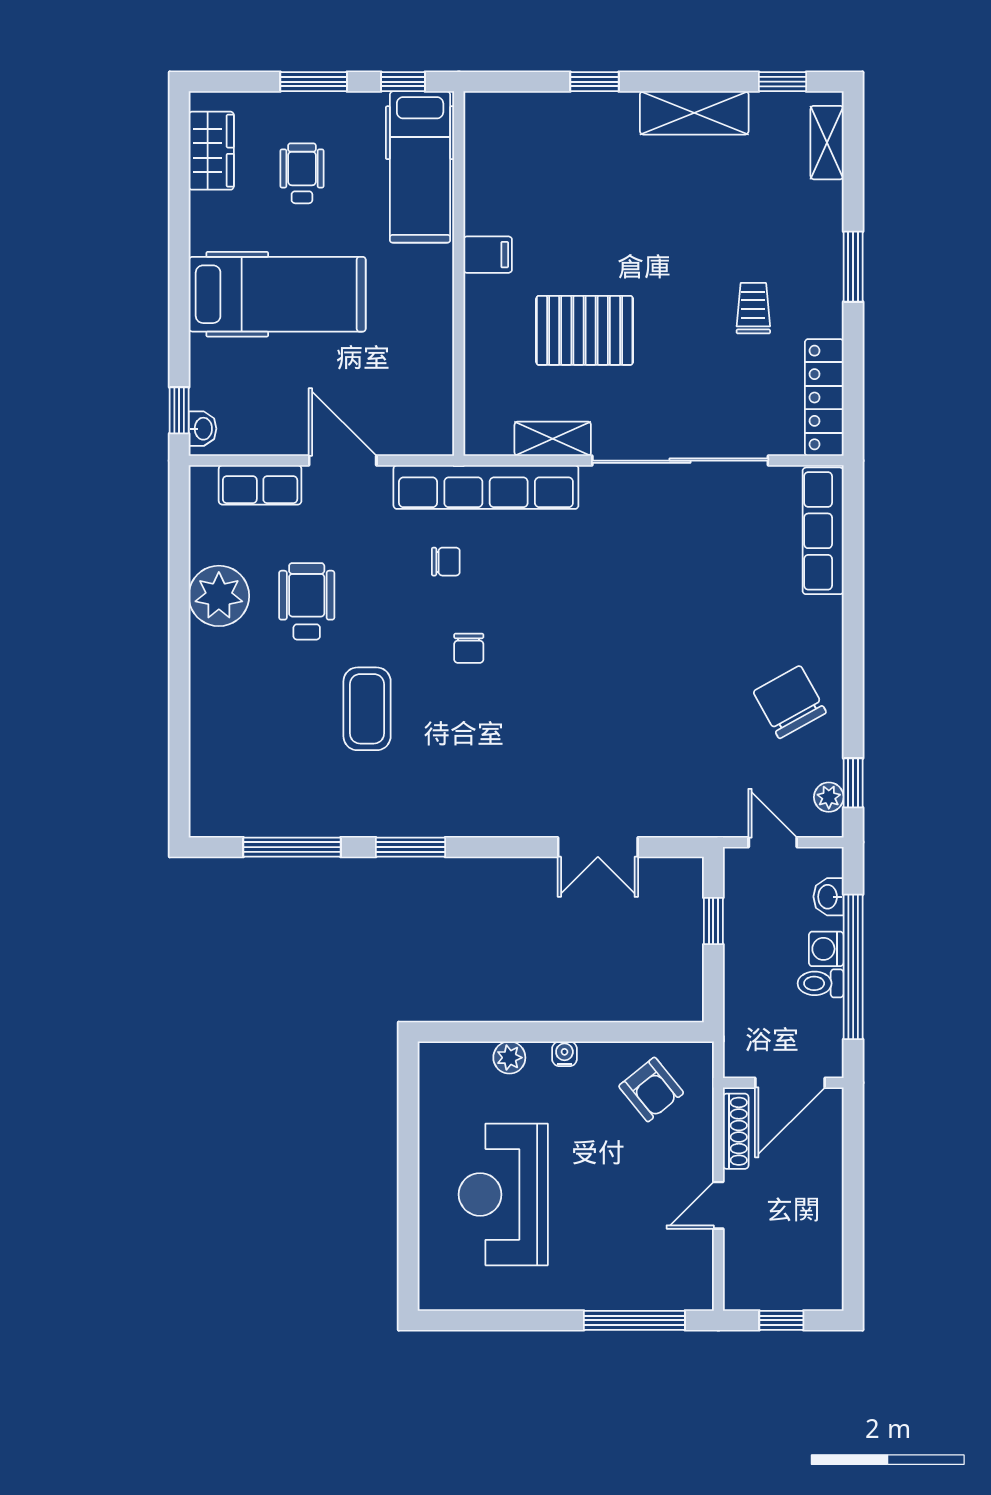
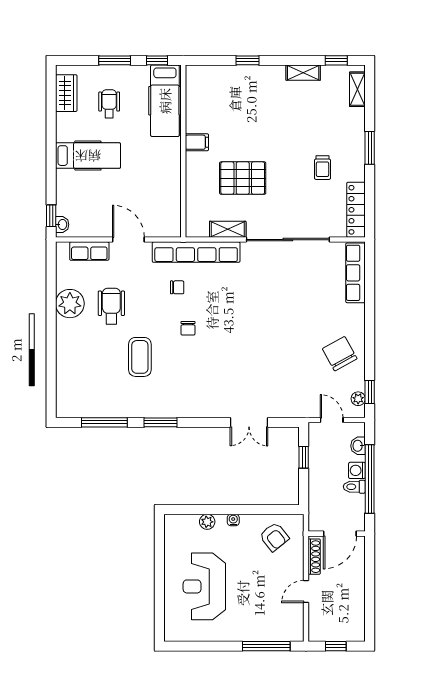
shelving: (694, 113) -> (303, 73), width x0.67, depth x0.75
hospital bed: (277, 294) -> (88, 156), width x0.73, depth x0.78
trolley: (753, 308) -> (322, 168), turned 180

